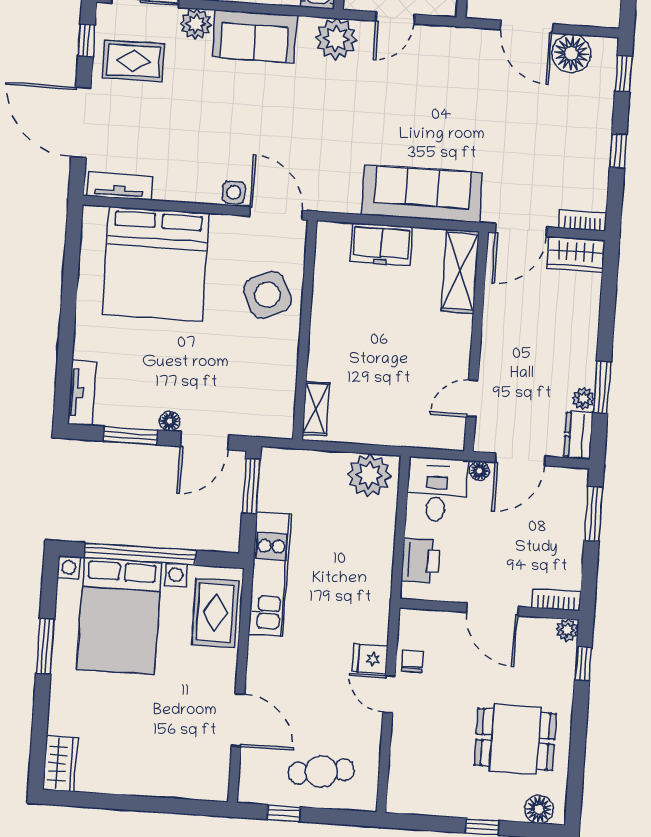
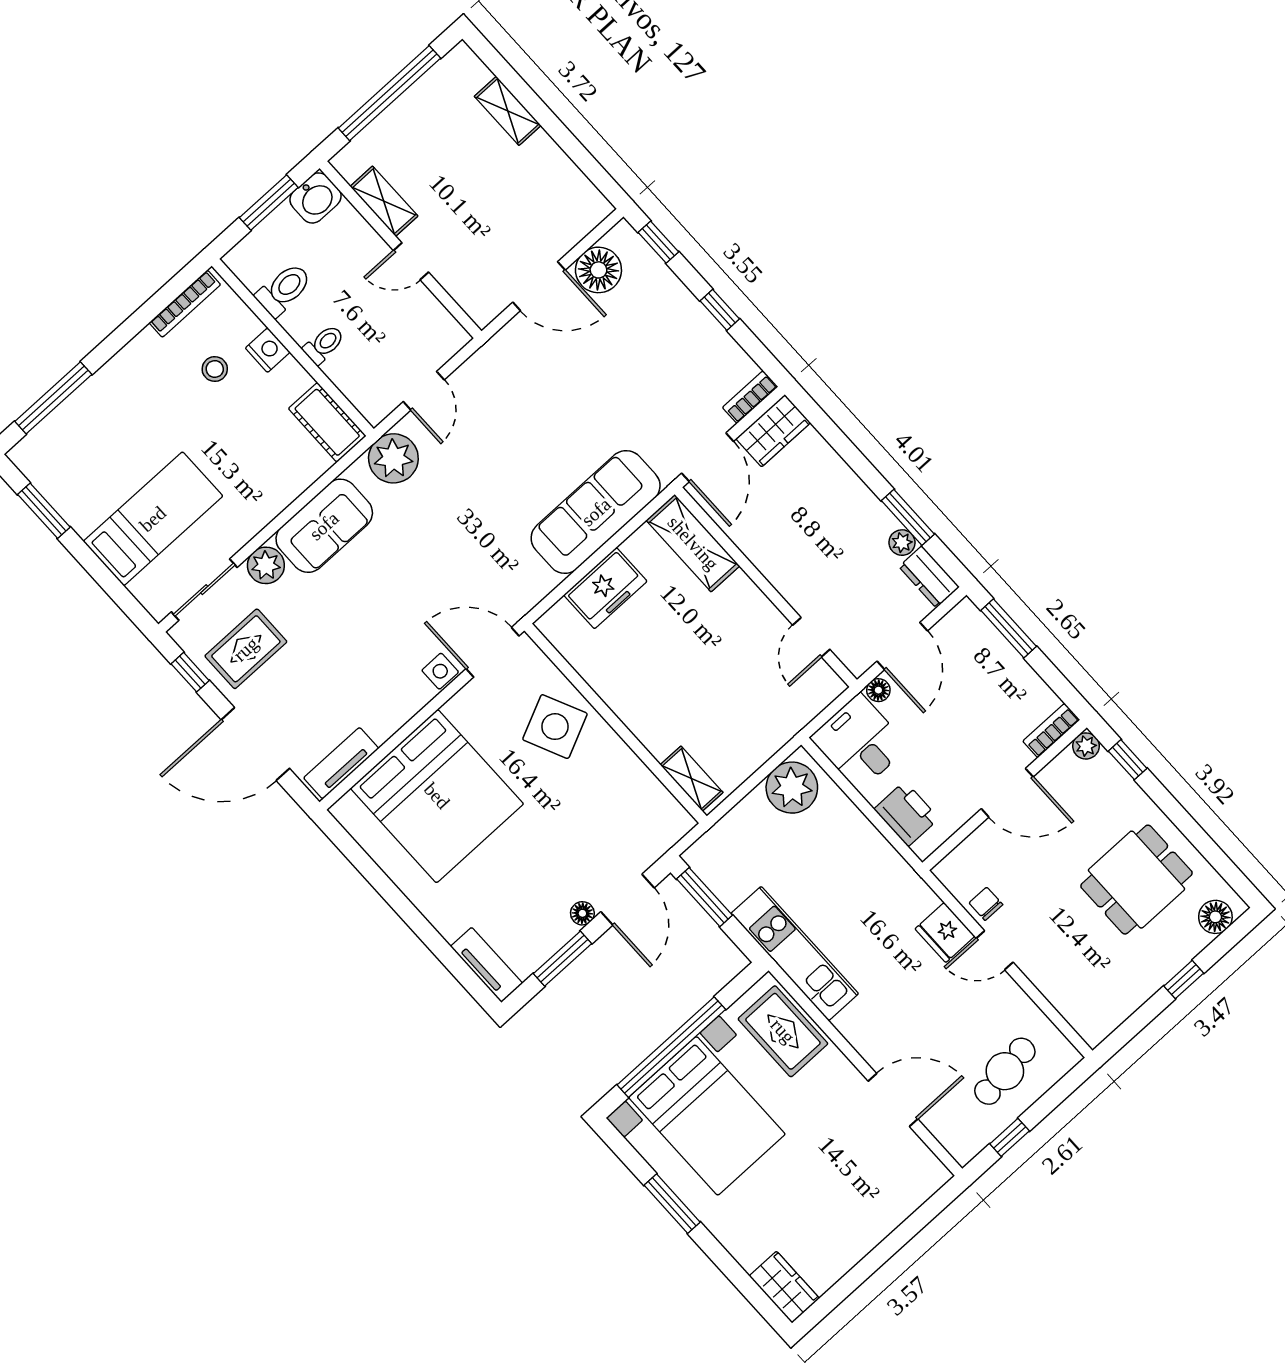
fridge: (370, 659) -> (945, 933), width x1.38

